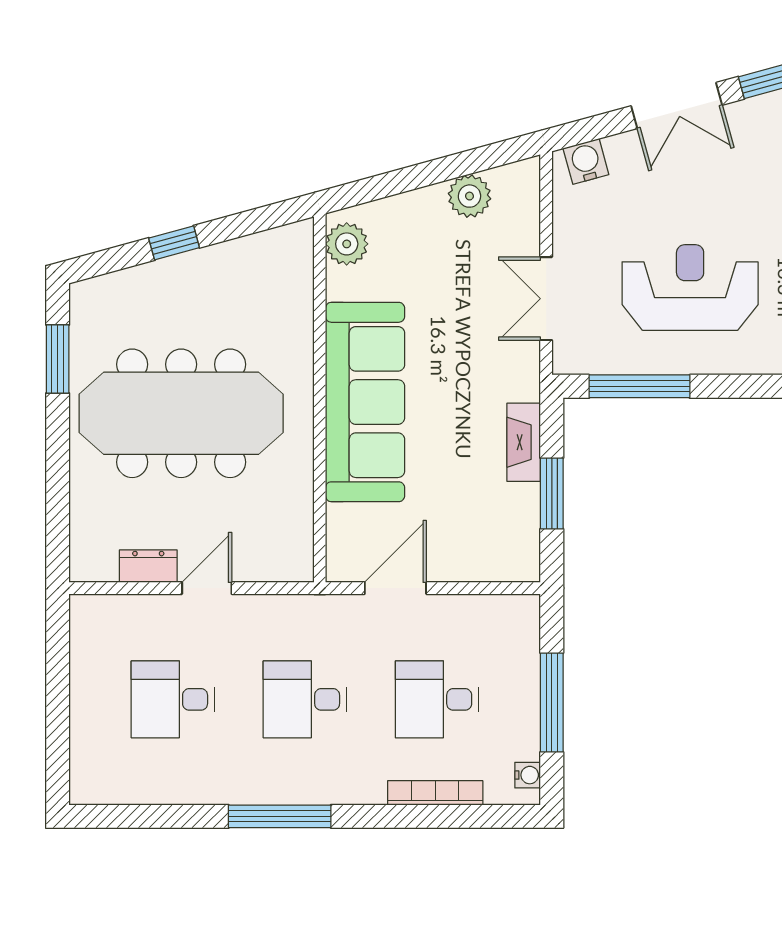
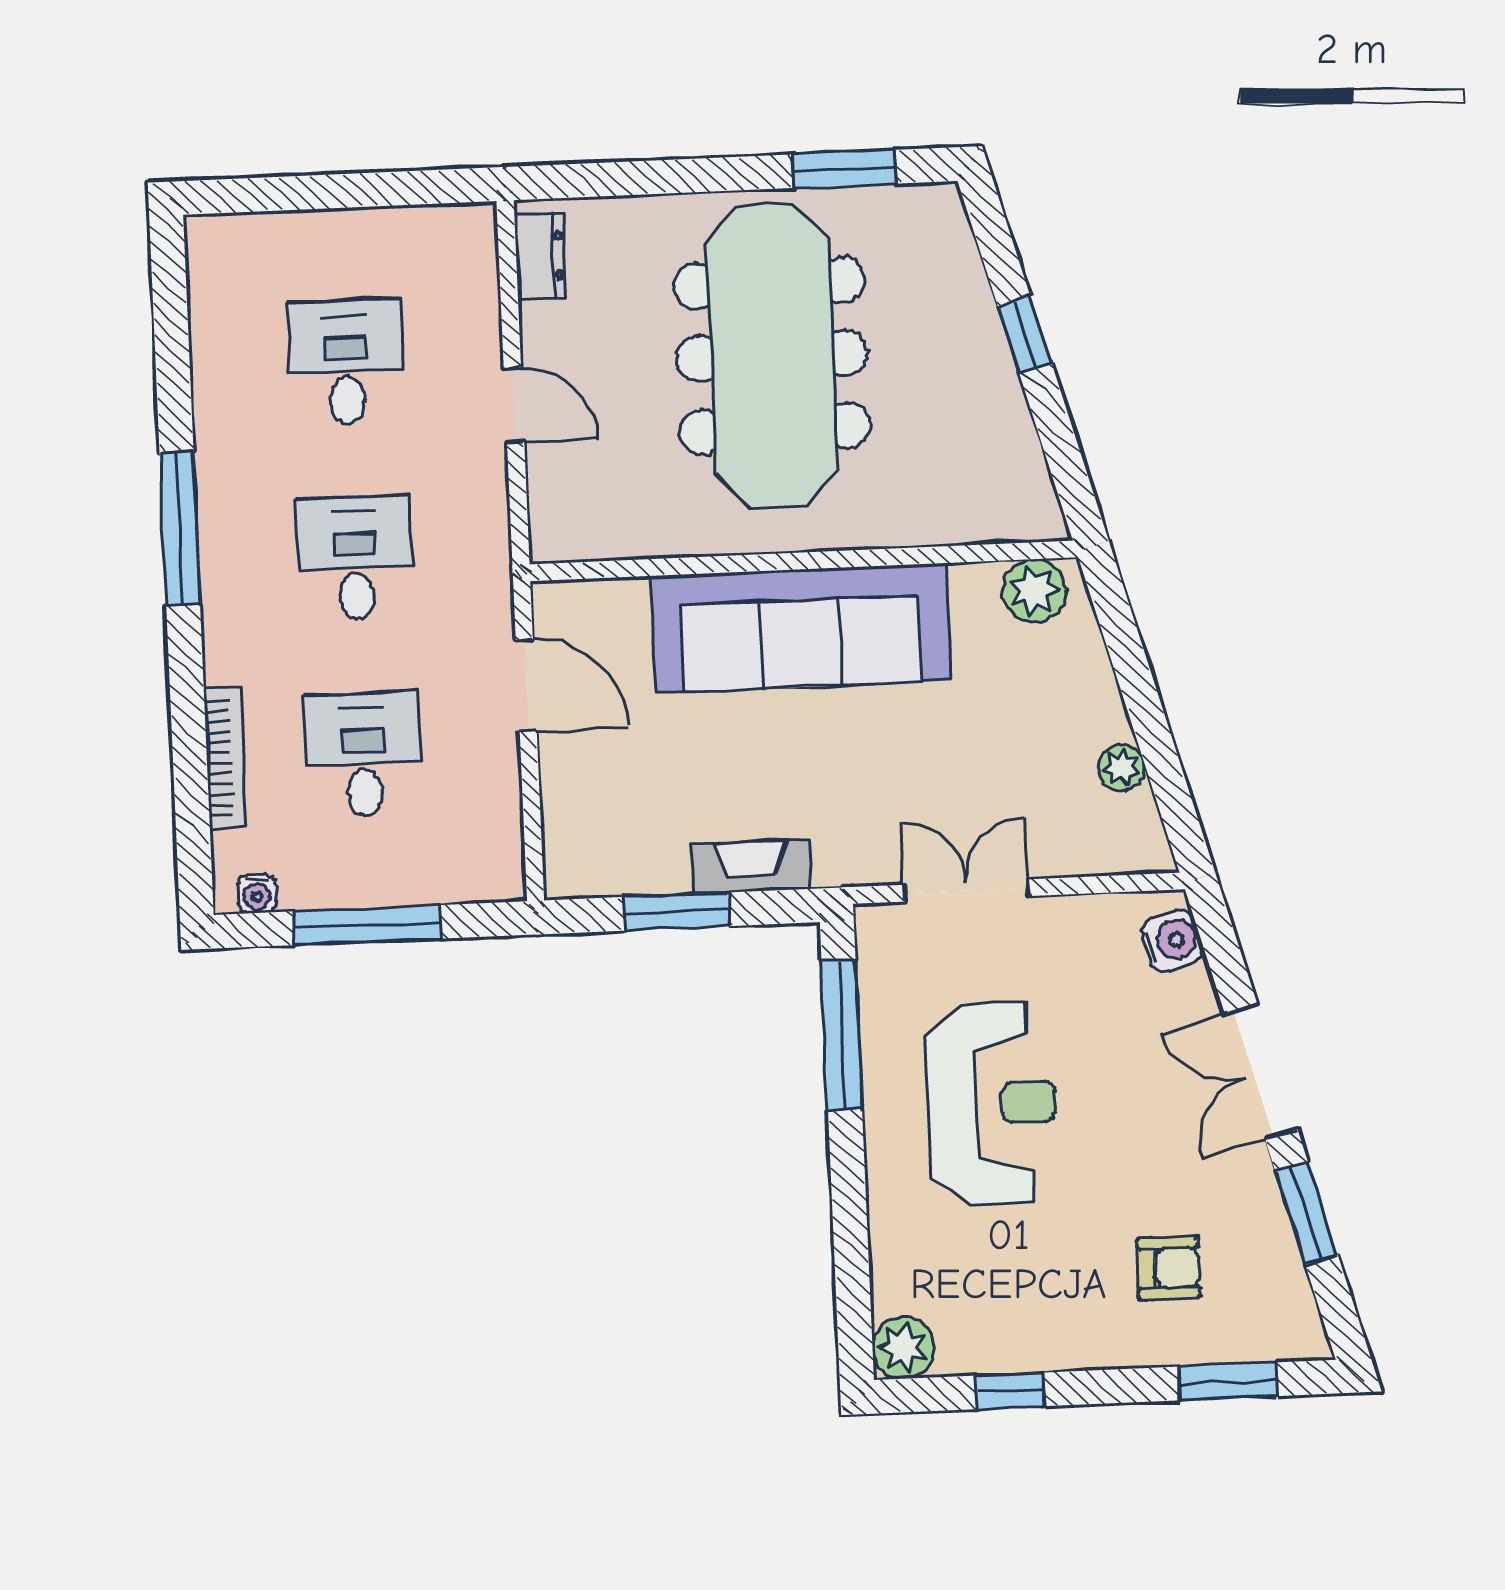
plant: (469, 196) -> (1121, 767), width x0.73, depth x0.73
dresser: (148, 566) -> (540, 256), moved

